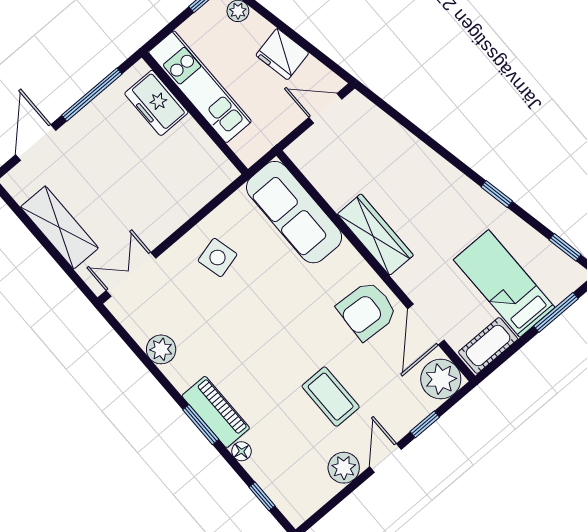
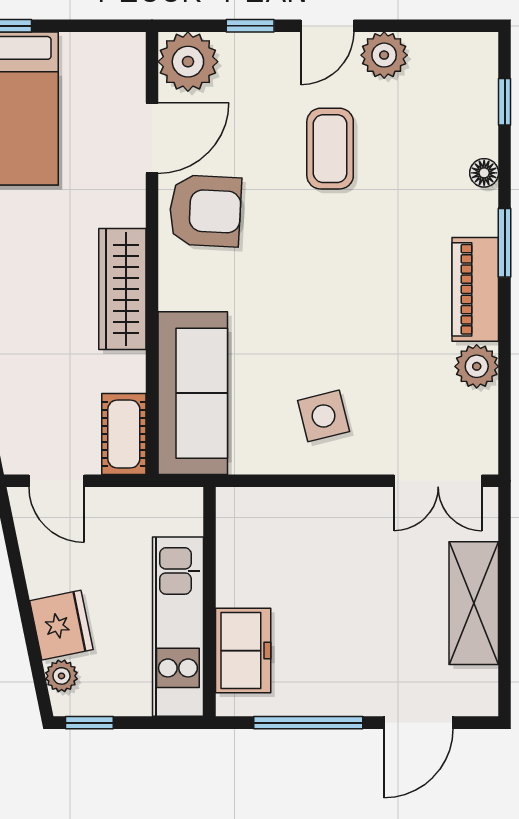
fridge: (282, 54) -> (61, 625), moved
cot: (488, 346) -> (124, 434), moved, turned 90
piano: (216, 412) -> (475, 289), moved

